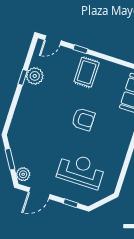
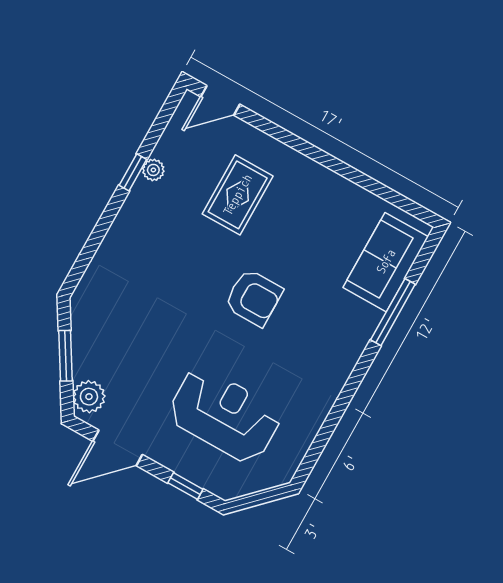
window: (80, 49) -> (280, 134), removed
rug: (87, 72) -> (238, 195), moved
plant: (35, 76) -> (153, 170), width x0.53, depth x0.53

